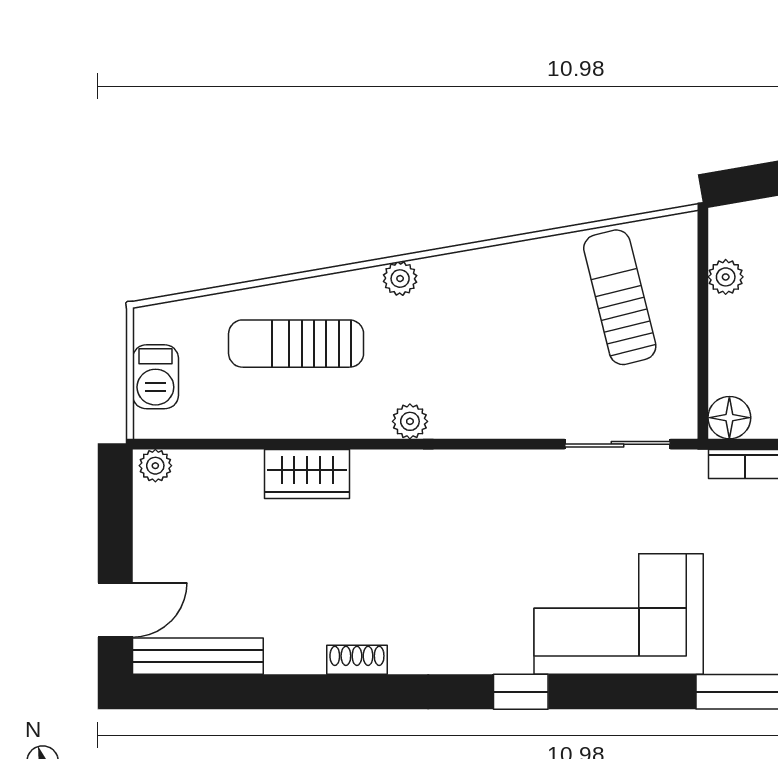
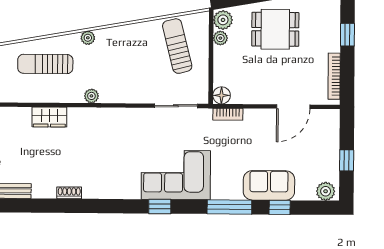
plant: (732, 232) -> (223, 20), added
window: (521, 692) -> (160, 207), moved

